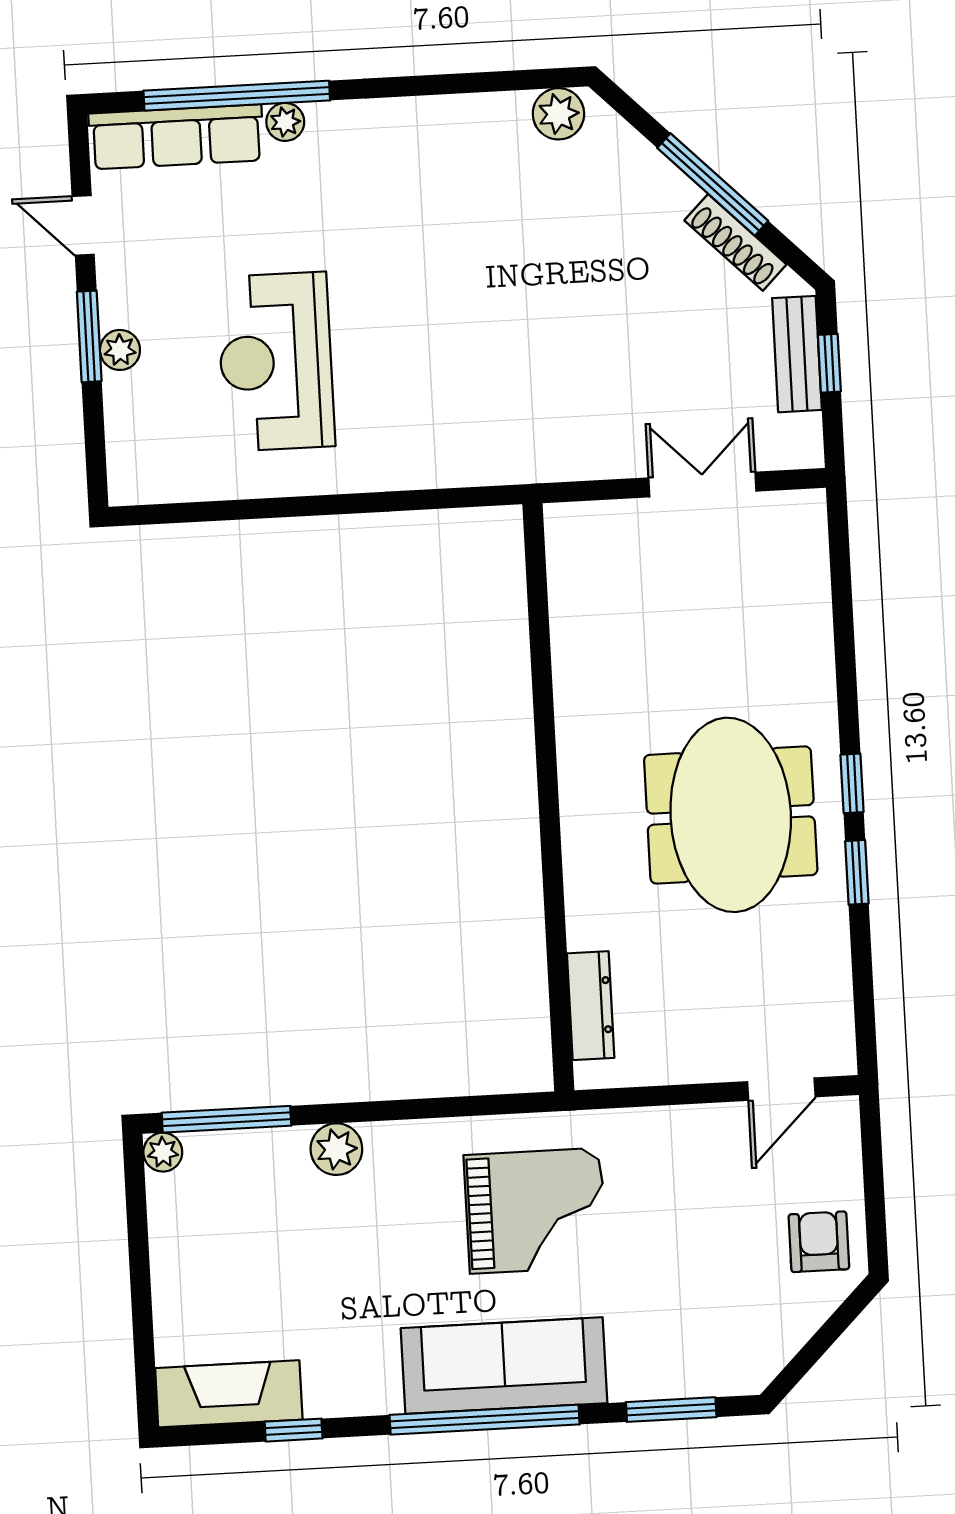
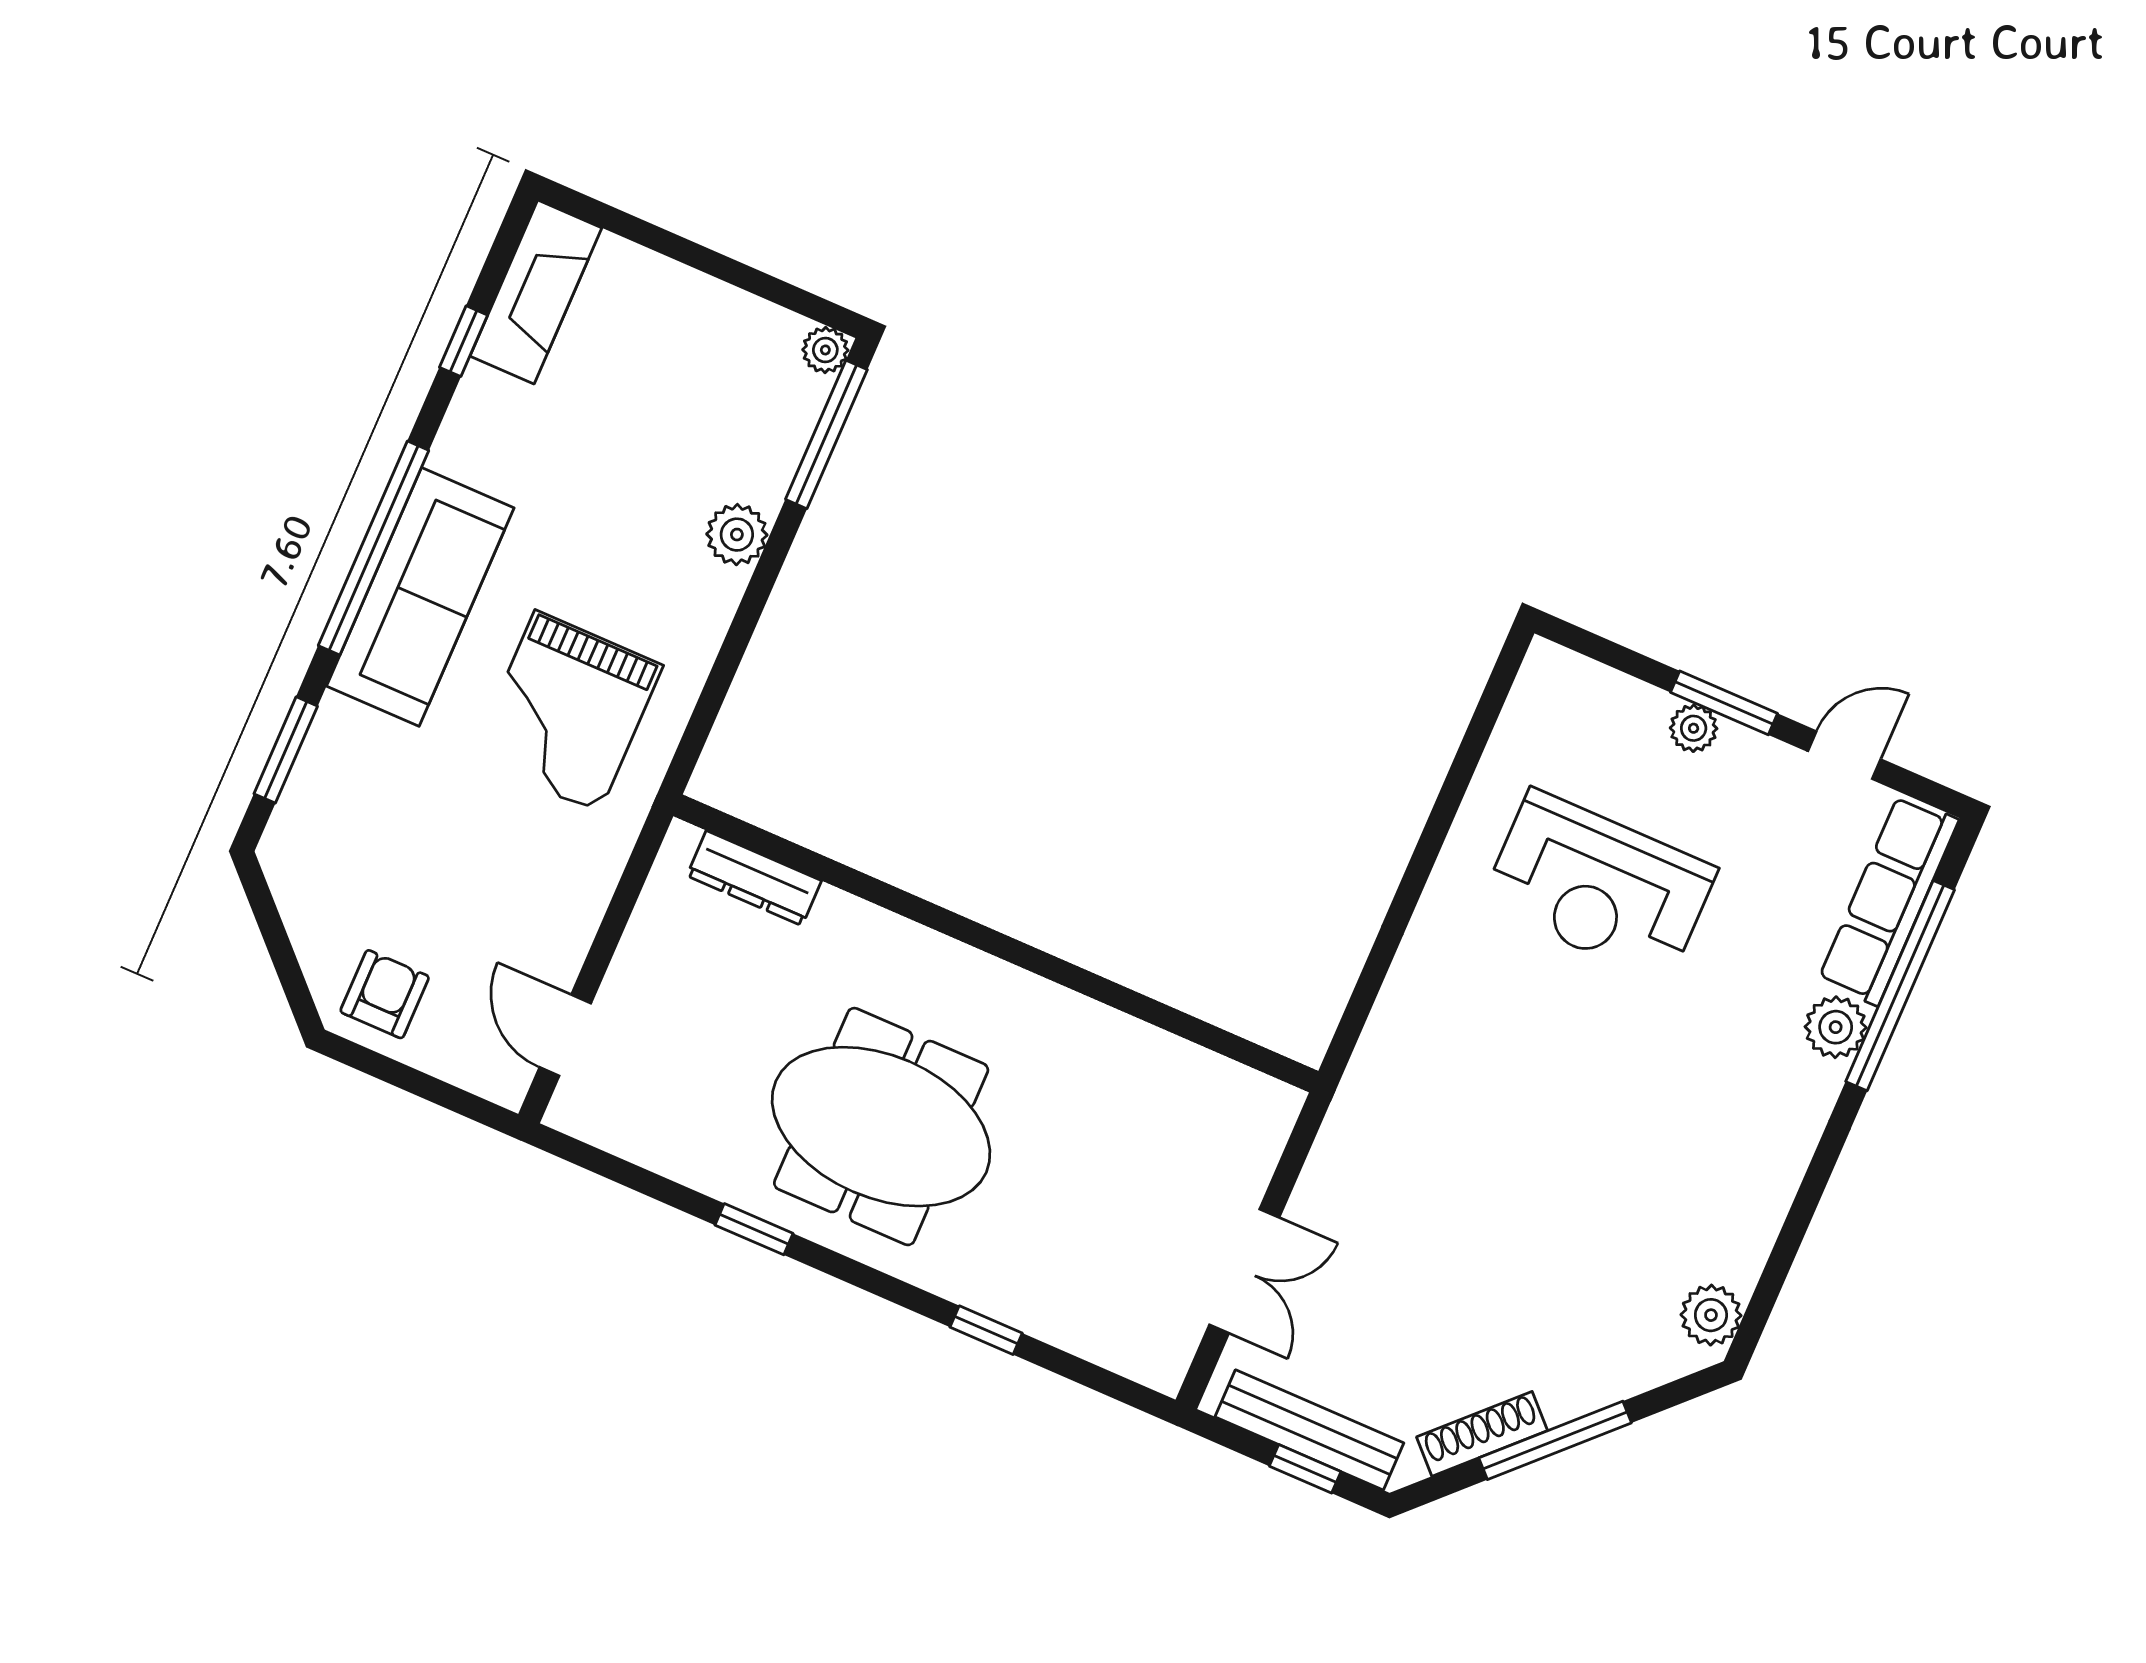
plant: (285, 122) -> (1836, 1027), width x1.38, depth x1.38
bench: (797, 354) -> (1309, 1430), width x1.36
reception desk: (276, 362) -> (1599, 886), turned 180
window: (852, 783) -> (986, 1330), moved
armchair: (819, 1242) -> (385, 994), turned -90

